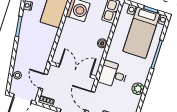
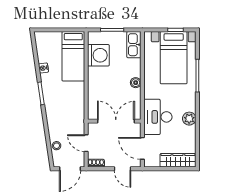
desk: (113, 75) -> (158, 117), width x1.37

